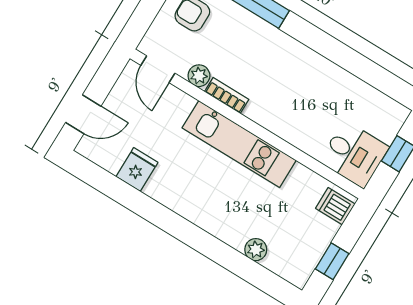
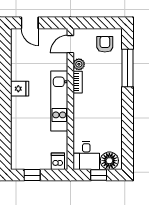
floor lamp: (386, 122) -> (109, 161), added
fridge: (137, 170) -> (20, 89), moved
plant: (256, 250) -> (16, 138), removed

